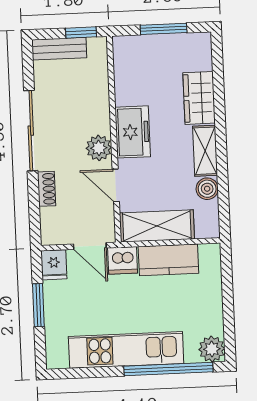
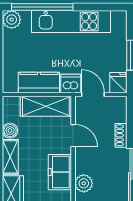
plant: (99, 148) -> (84, 183), moved

